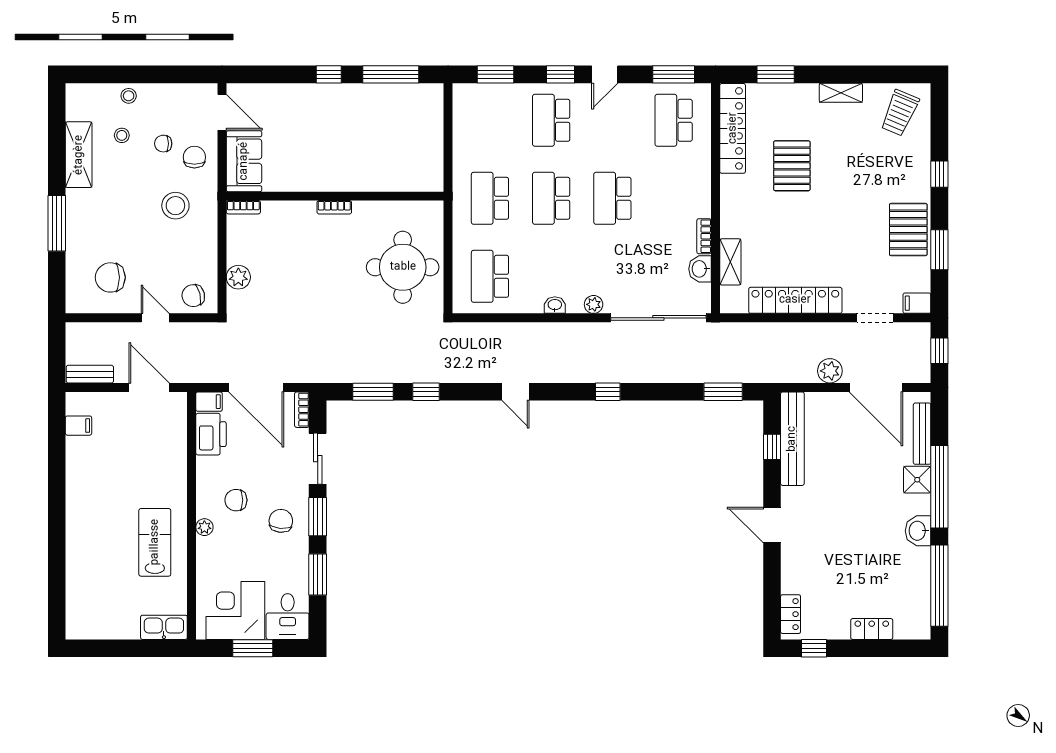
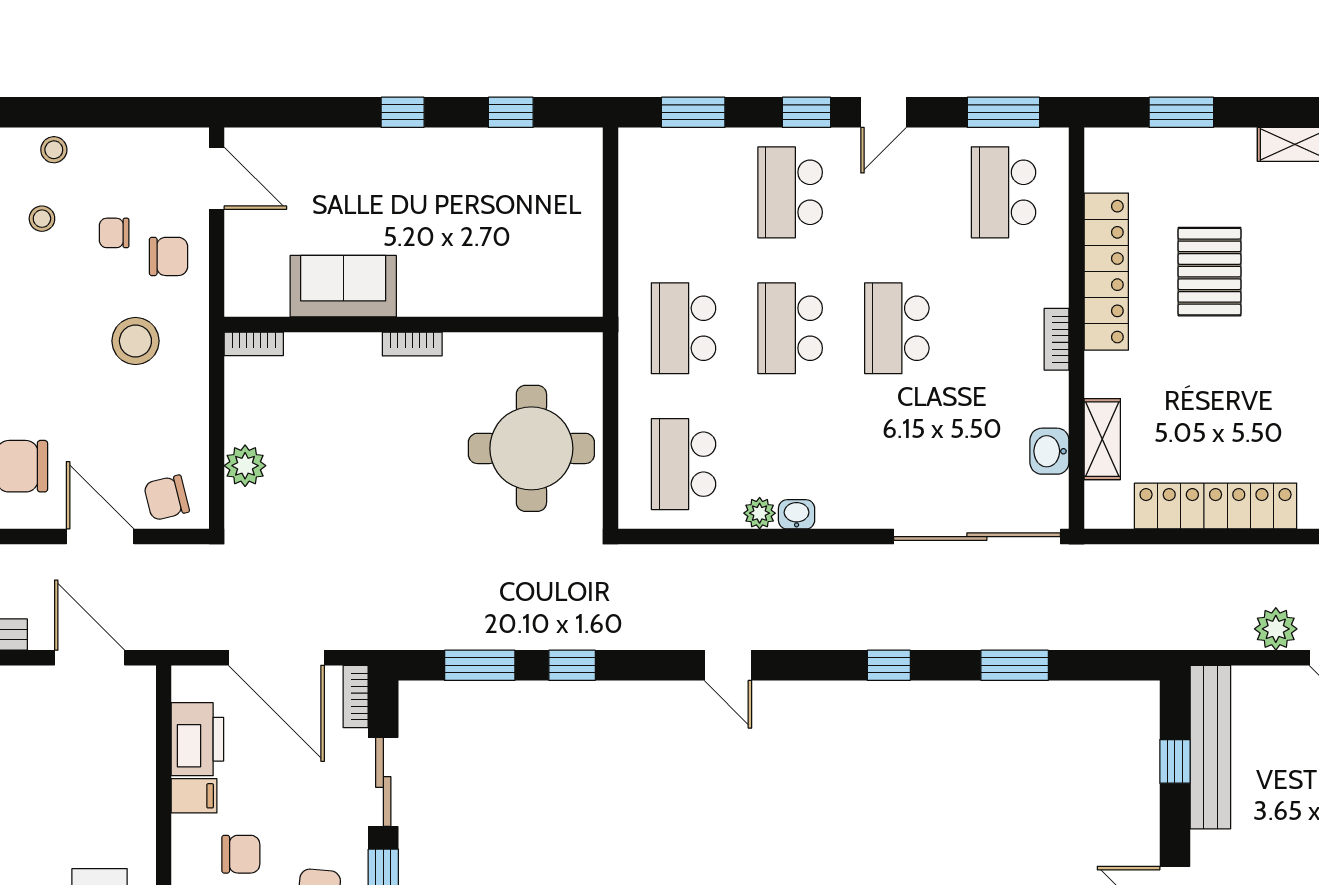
window: (391, 74) -> (511, 112), width x0.46
locker: (733, 128) -> (1106, 272), moved
chair: (194, 157) -> (169, 256), turned 90
sofa: (244, 161) -> (343, 286), moved, turned -90
bookcase: (704, 236) -> (1057, 339), moved
plant: (594, 304) -> (760, 513), moved
door: (155, 318) -> (100, 537), width x1.38
window: (723, 392) -> (1015, 665), moved
filing cabinet: (209, 402) -> (194, 796), moved
chair: (236, 500) -> (241, 854), turned 180

